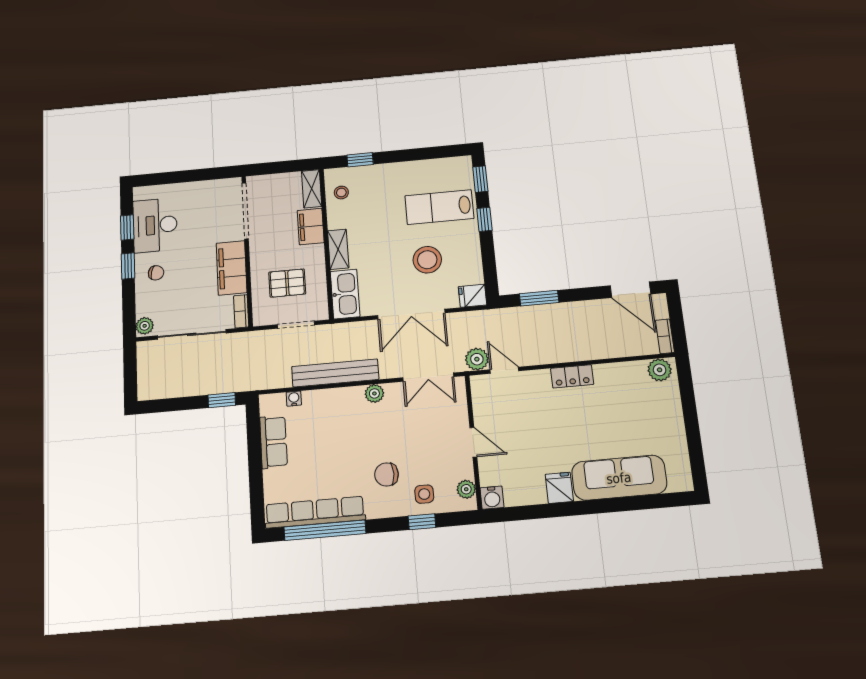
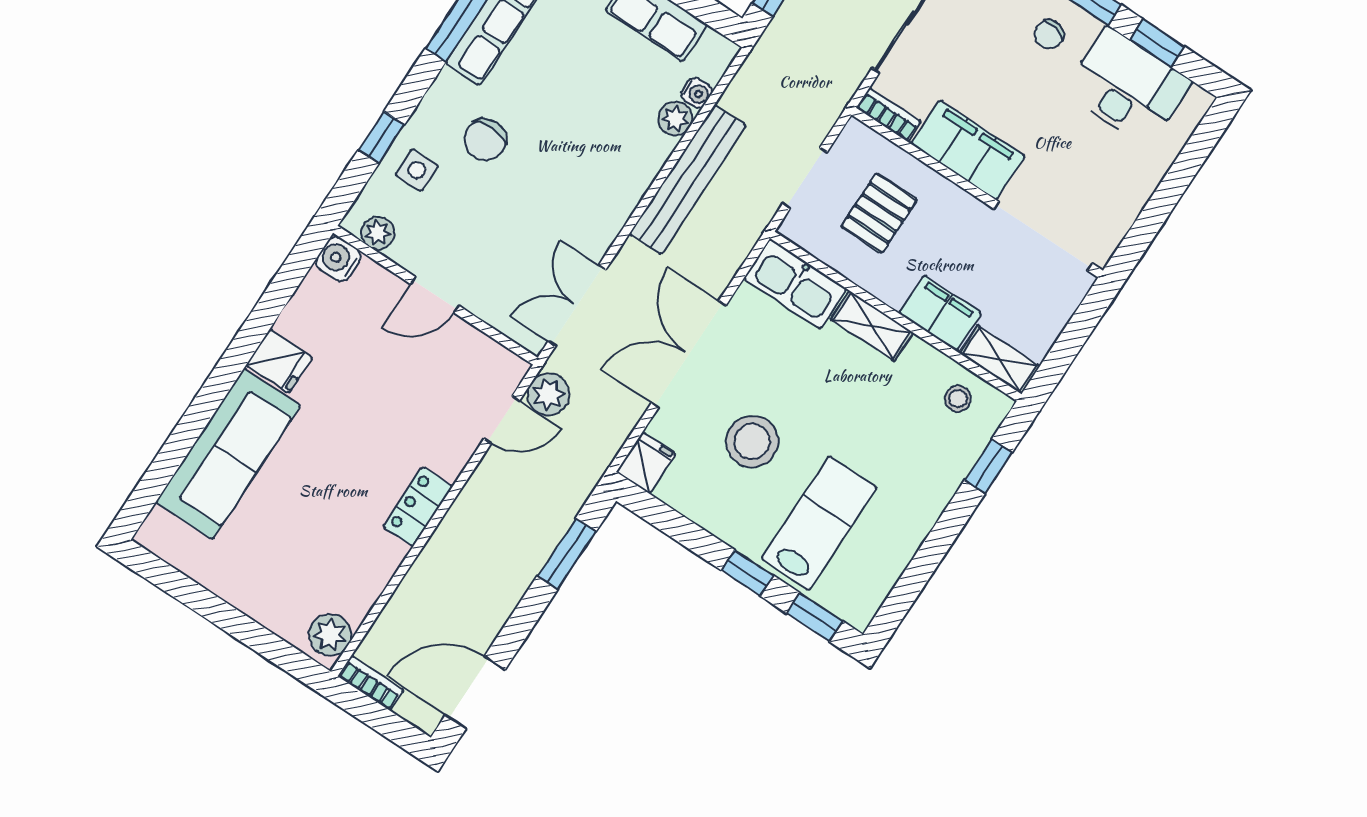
plant: (374, 393) -> (675, 119), moved
chair: (387, 474) -> (485, 140), turned 180

